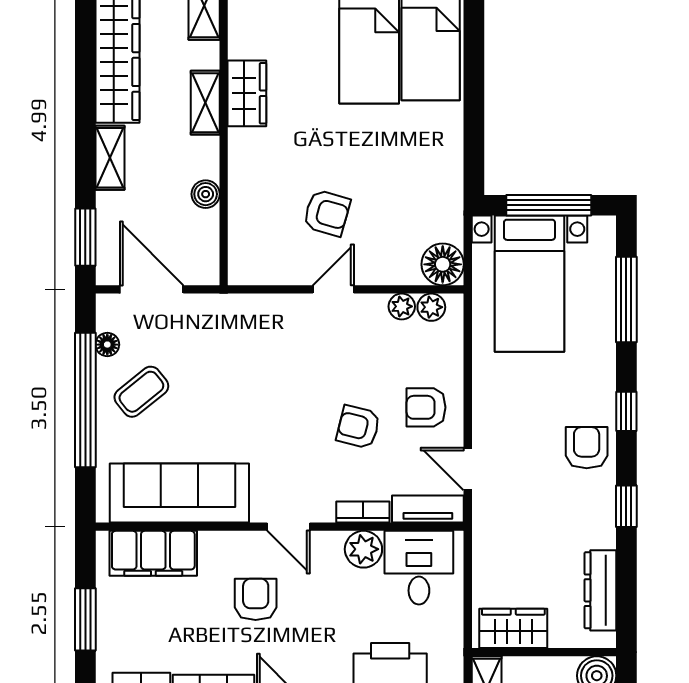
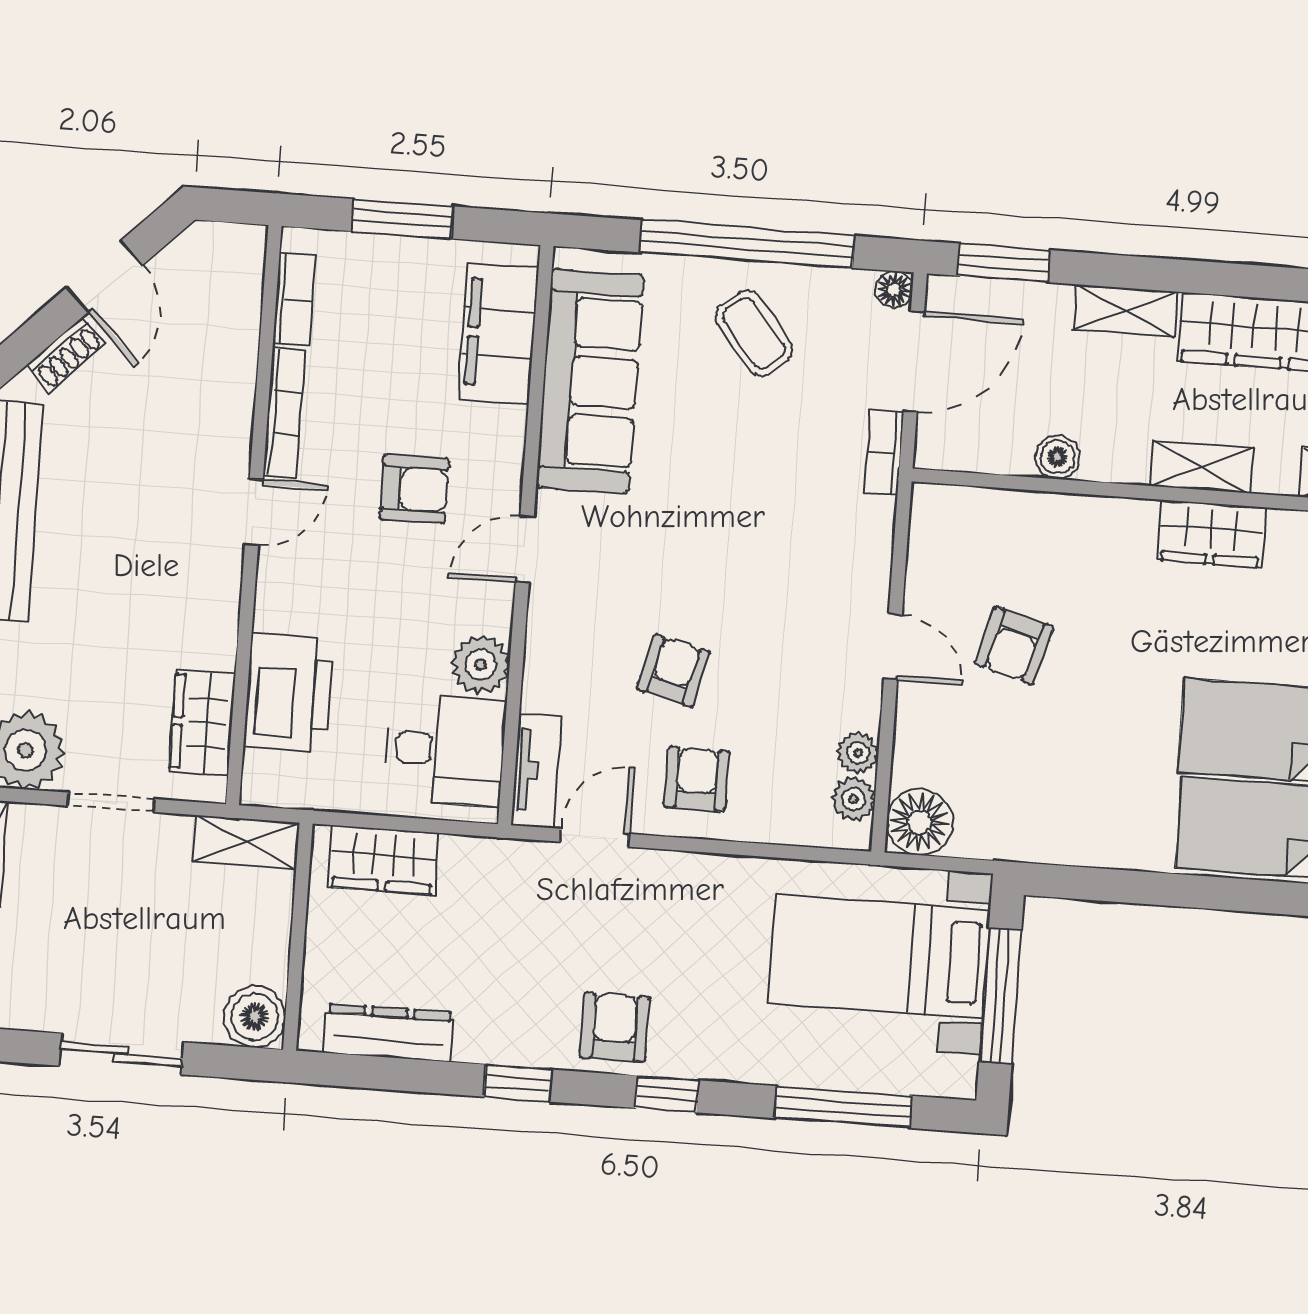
floor lamp: (107, 345) -> (894, 290), moved
armchair: (587, 448) -> (615, 1027), turned -90
bookcase: (363, 512) -> (884, 452), moved, turned 180
wardrobe: (513, 628) -> (384, 860), moved, turned 90

